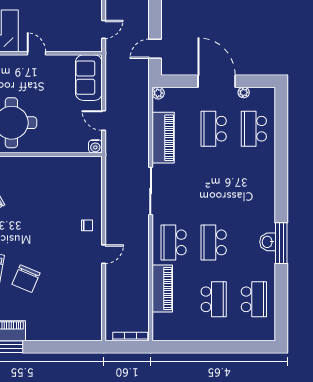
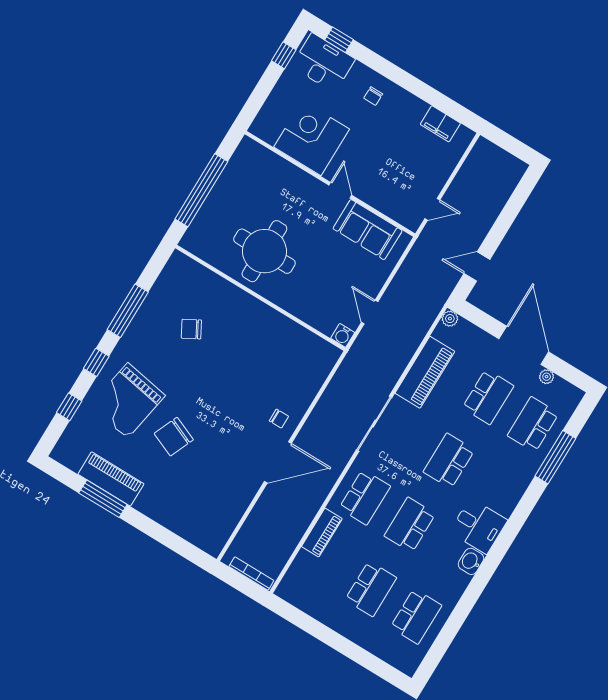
sofa: (89, 78) -> (368, 230), moved, turned -90
school desk: (214, 129) -> (488, 397), turned 180
school desk: (214, 186) -> (449, 461), added
desk: (259, 216) -> (478, 526), added
school desk: (174, 242) -> (365, 497), turned 180
window: (281, 243) -> (555, 457), moved
door: (104, 254) -> (278, 462), width x1.87
piano: (162, 288) -> (322, 533), width x0.73, depth x0.75

